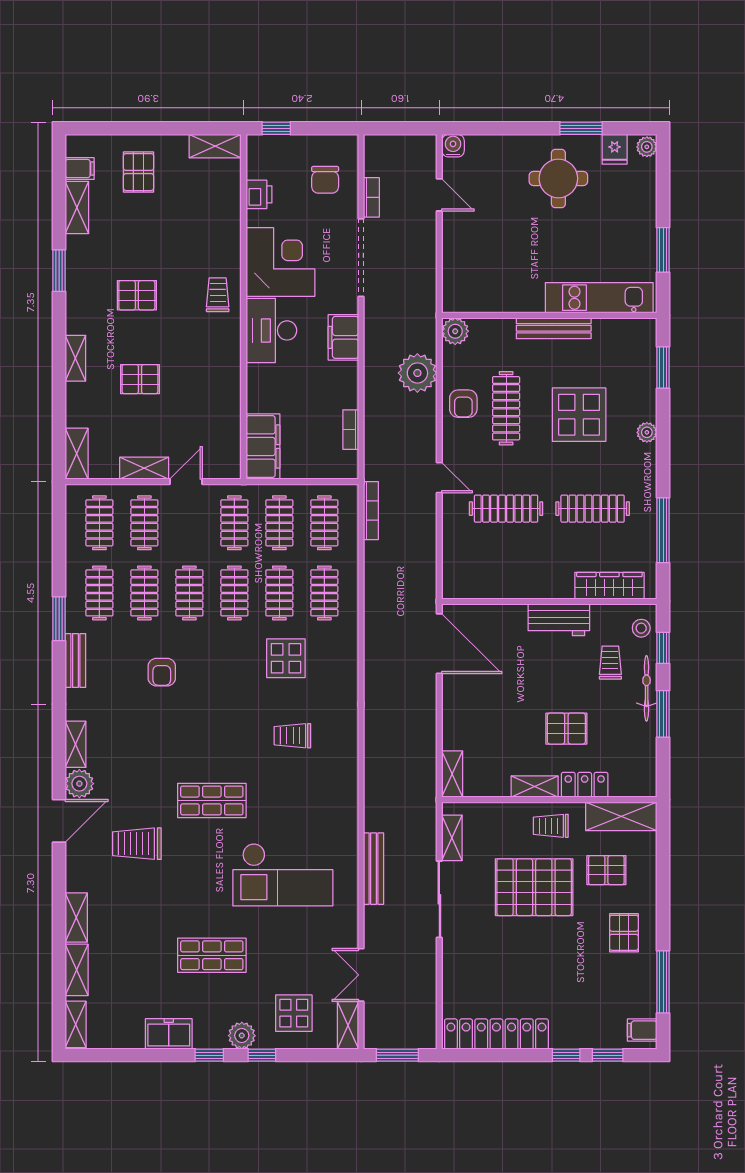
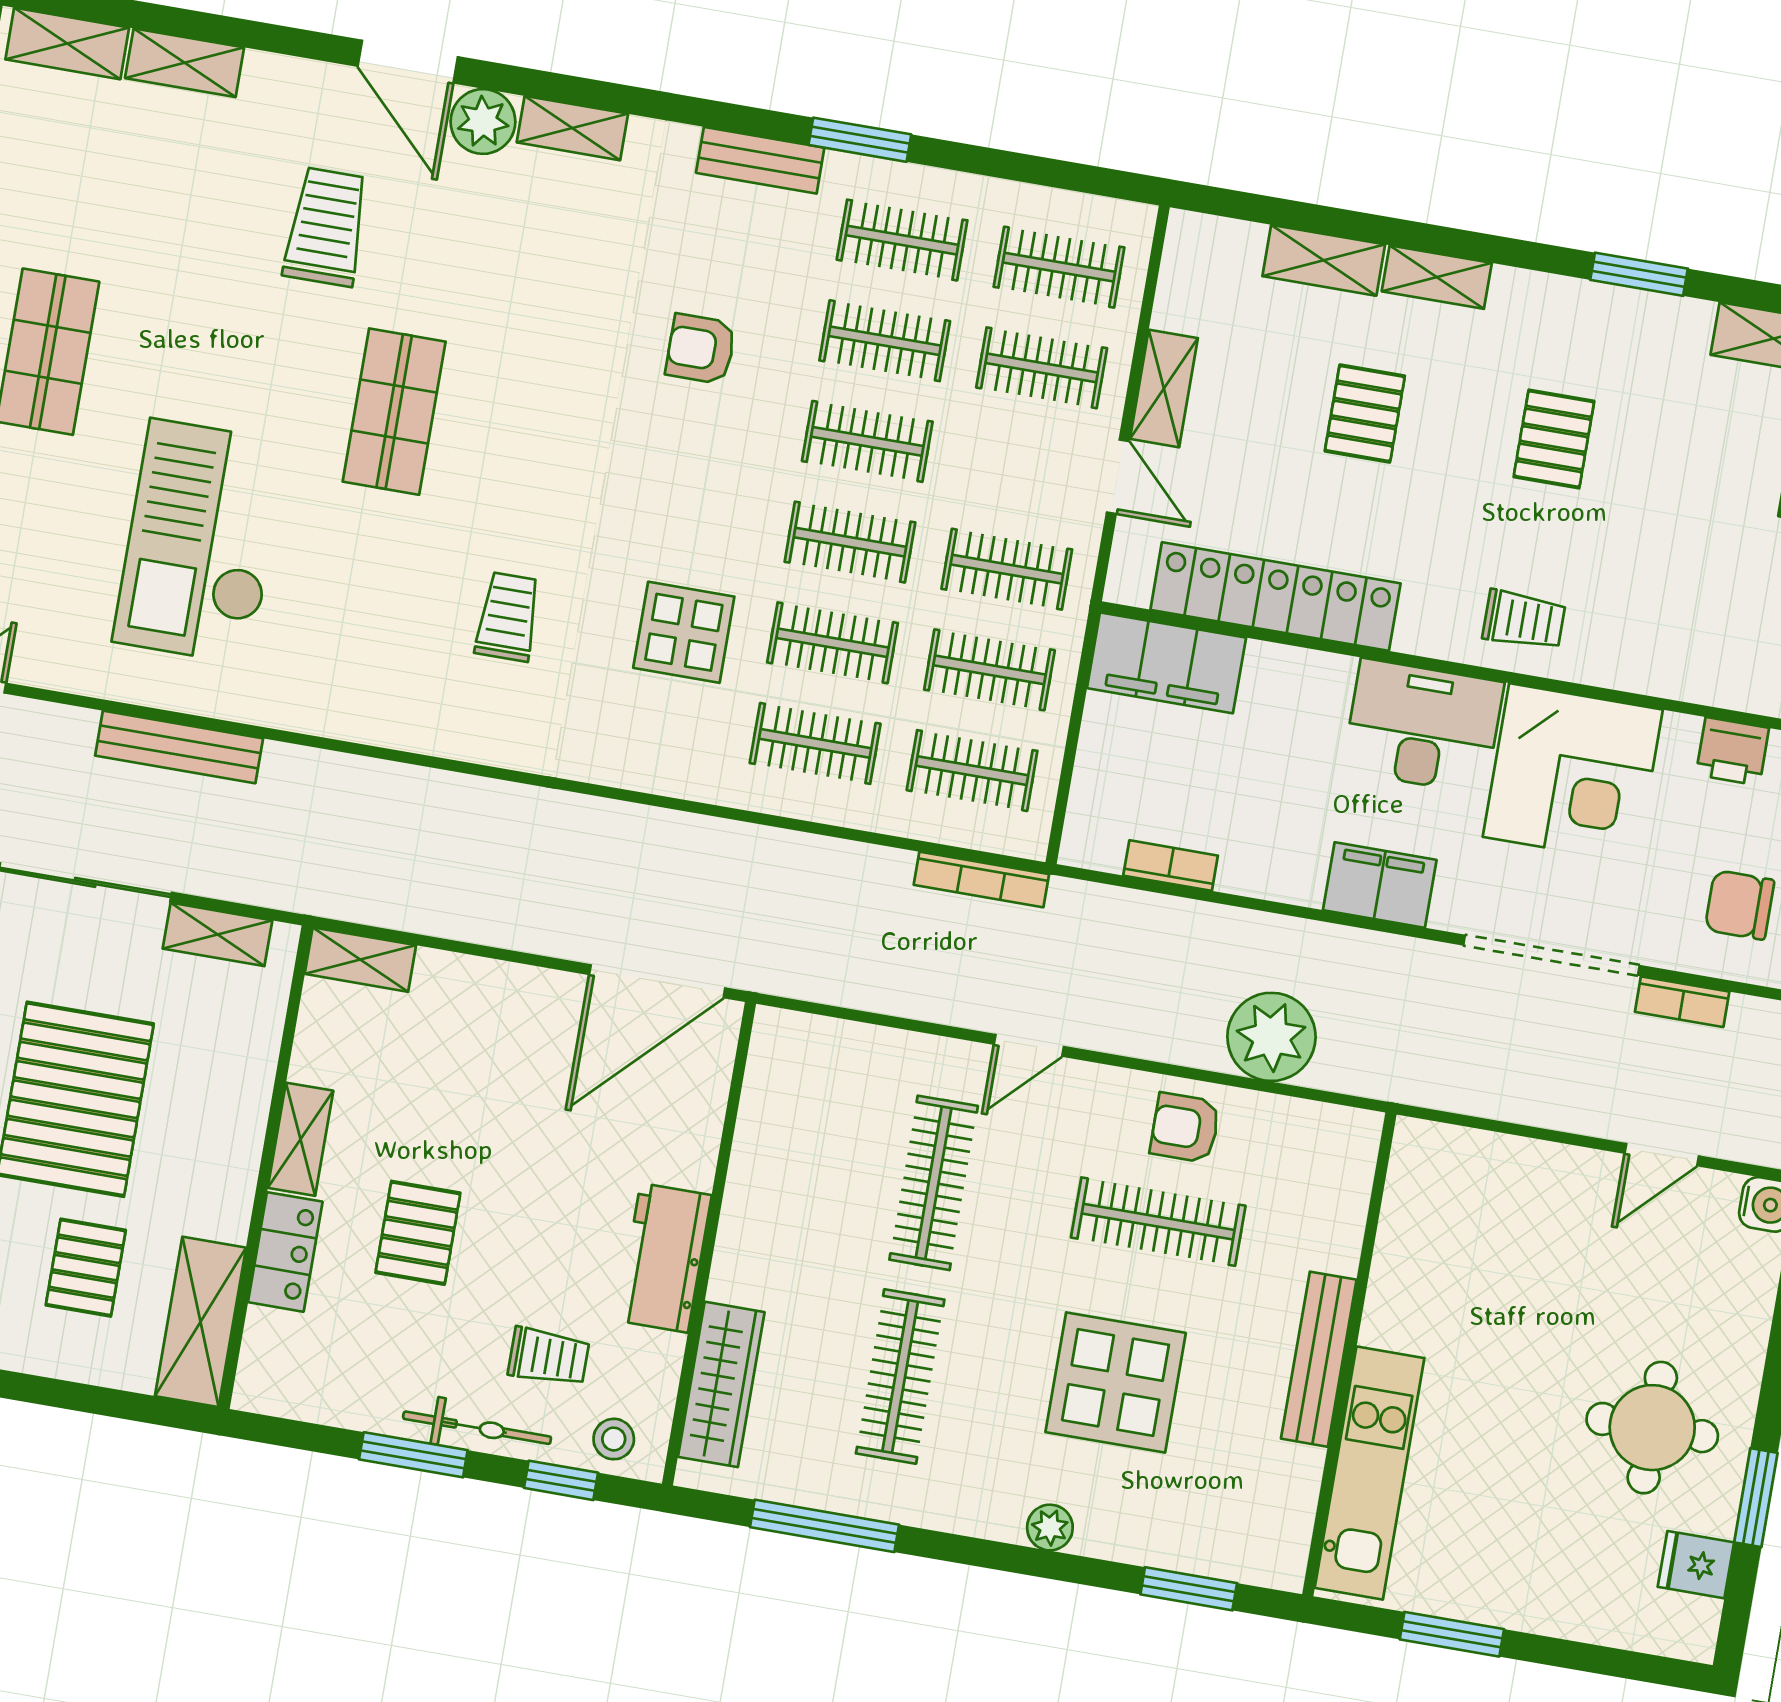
plant: (647, 147) -> (1689, 1638), removed
plant: (455, 331) -> (1350, 1137), removed
locker: (226, 404) -> (1275, 597), added
shelving: (77, 454) -> (1324, 260), moved
trolley: (551, 826) -> (206, 1160), removed

